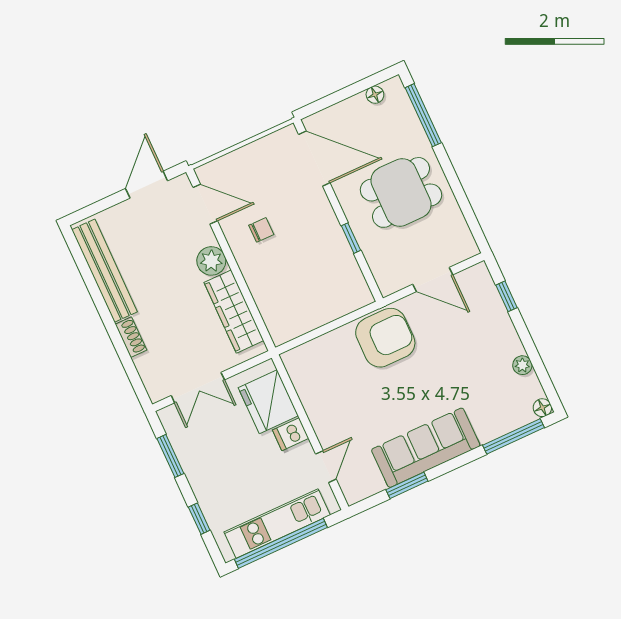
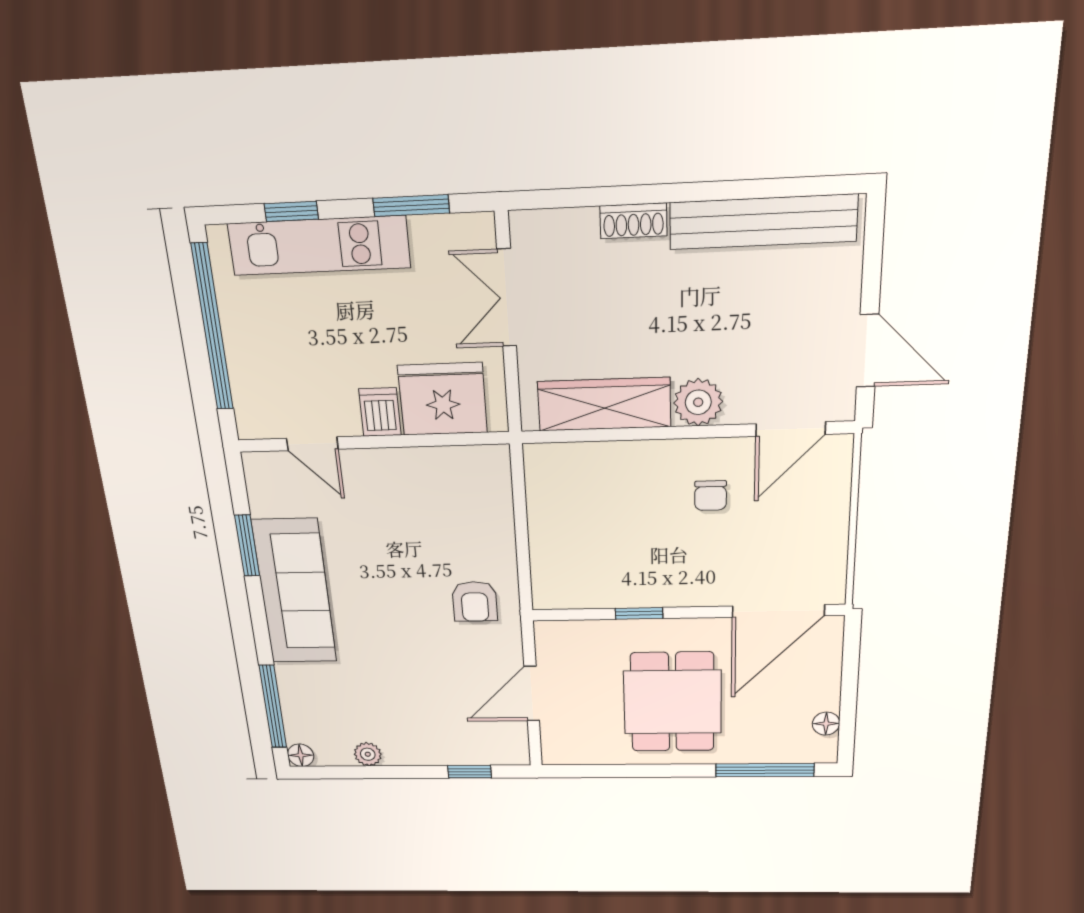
armchair: (385, 338) -> (475, 602), width x0.53, depth x0.53
kitchen unit: (277, 524) -> (319, 246), moved, turned 90

